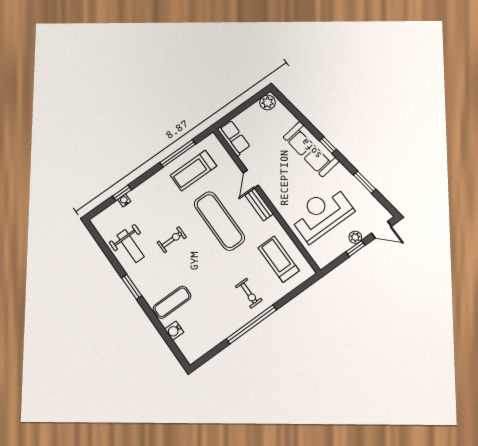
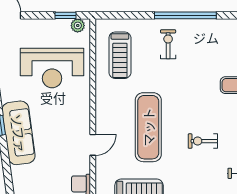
bench: (259, 205) -> (102, 116), removed
plant: (355, 237) -> (78, 26), moved
window: (356, 249) -> (65, 15), moved

